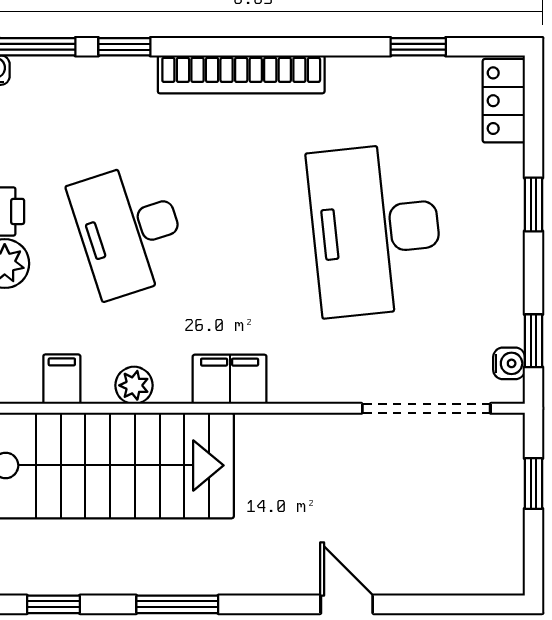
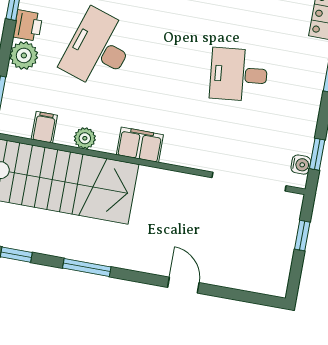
desk: (129, 230) -> (98, 49), turned 36
desk: (376, 230) -> (239, 75), width x0.53, depth x0.77

